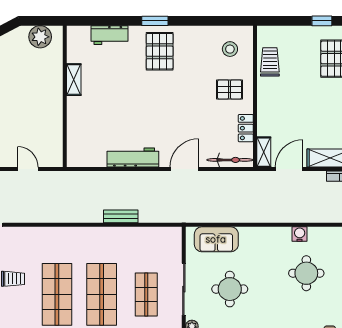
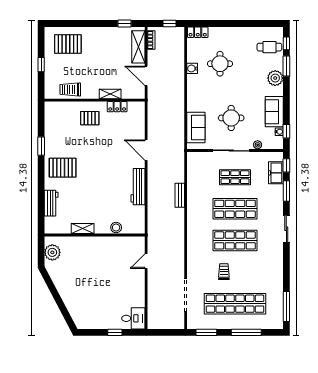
window: (155, 21) -> (41, 146), moved
window: (322, 21) -> (41, 65), moved
stool: (230, 49) -> (116, 227), moved
pallet: (230, 89) -> (90, 118), turned 90
shelving: (264, 152) -> (110, 94), moved
bicycle: (230, 160) -> (140, 118), removed

